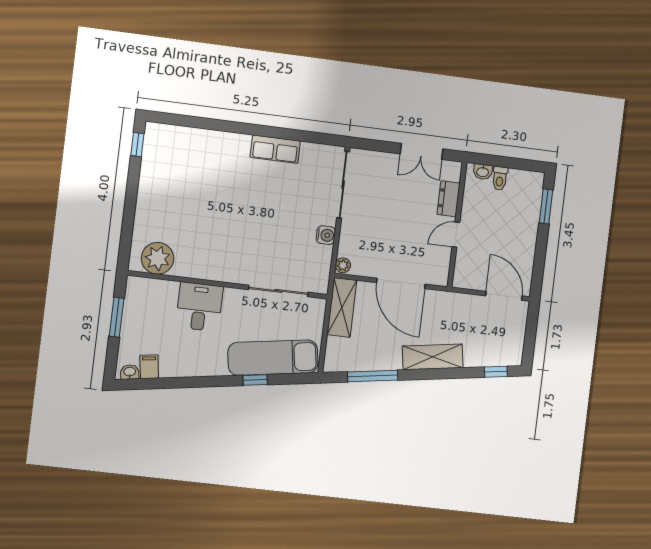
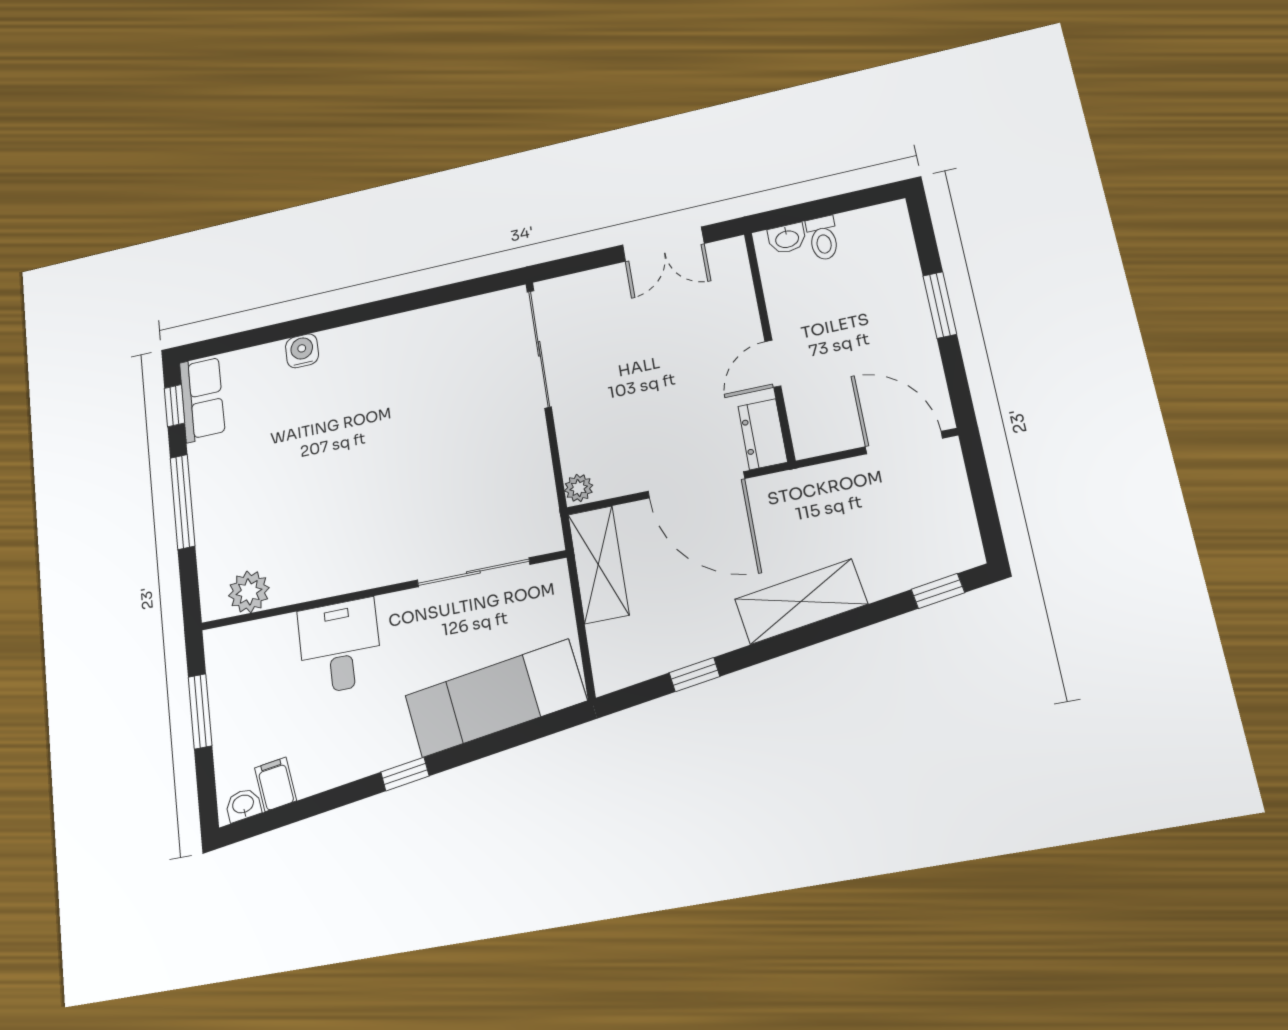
row of seats: (275, 149) -> (202, 399), moved, turned -90
dresser: (449, 199) -> (763, 434), moved
window: (131, 201) -> (183, 502), added
window: (546, 206) -> (940, 305), moved
water cooler: (326, 235) -> (302, 351), moved, turned -90
plant: (158, 258) -> (249, 592), width x0.73, depth x0.73
window: (373, 376) -> (694, 675), width x0.46
window: (255, 380) -> (405, 774), moved

